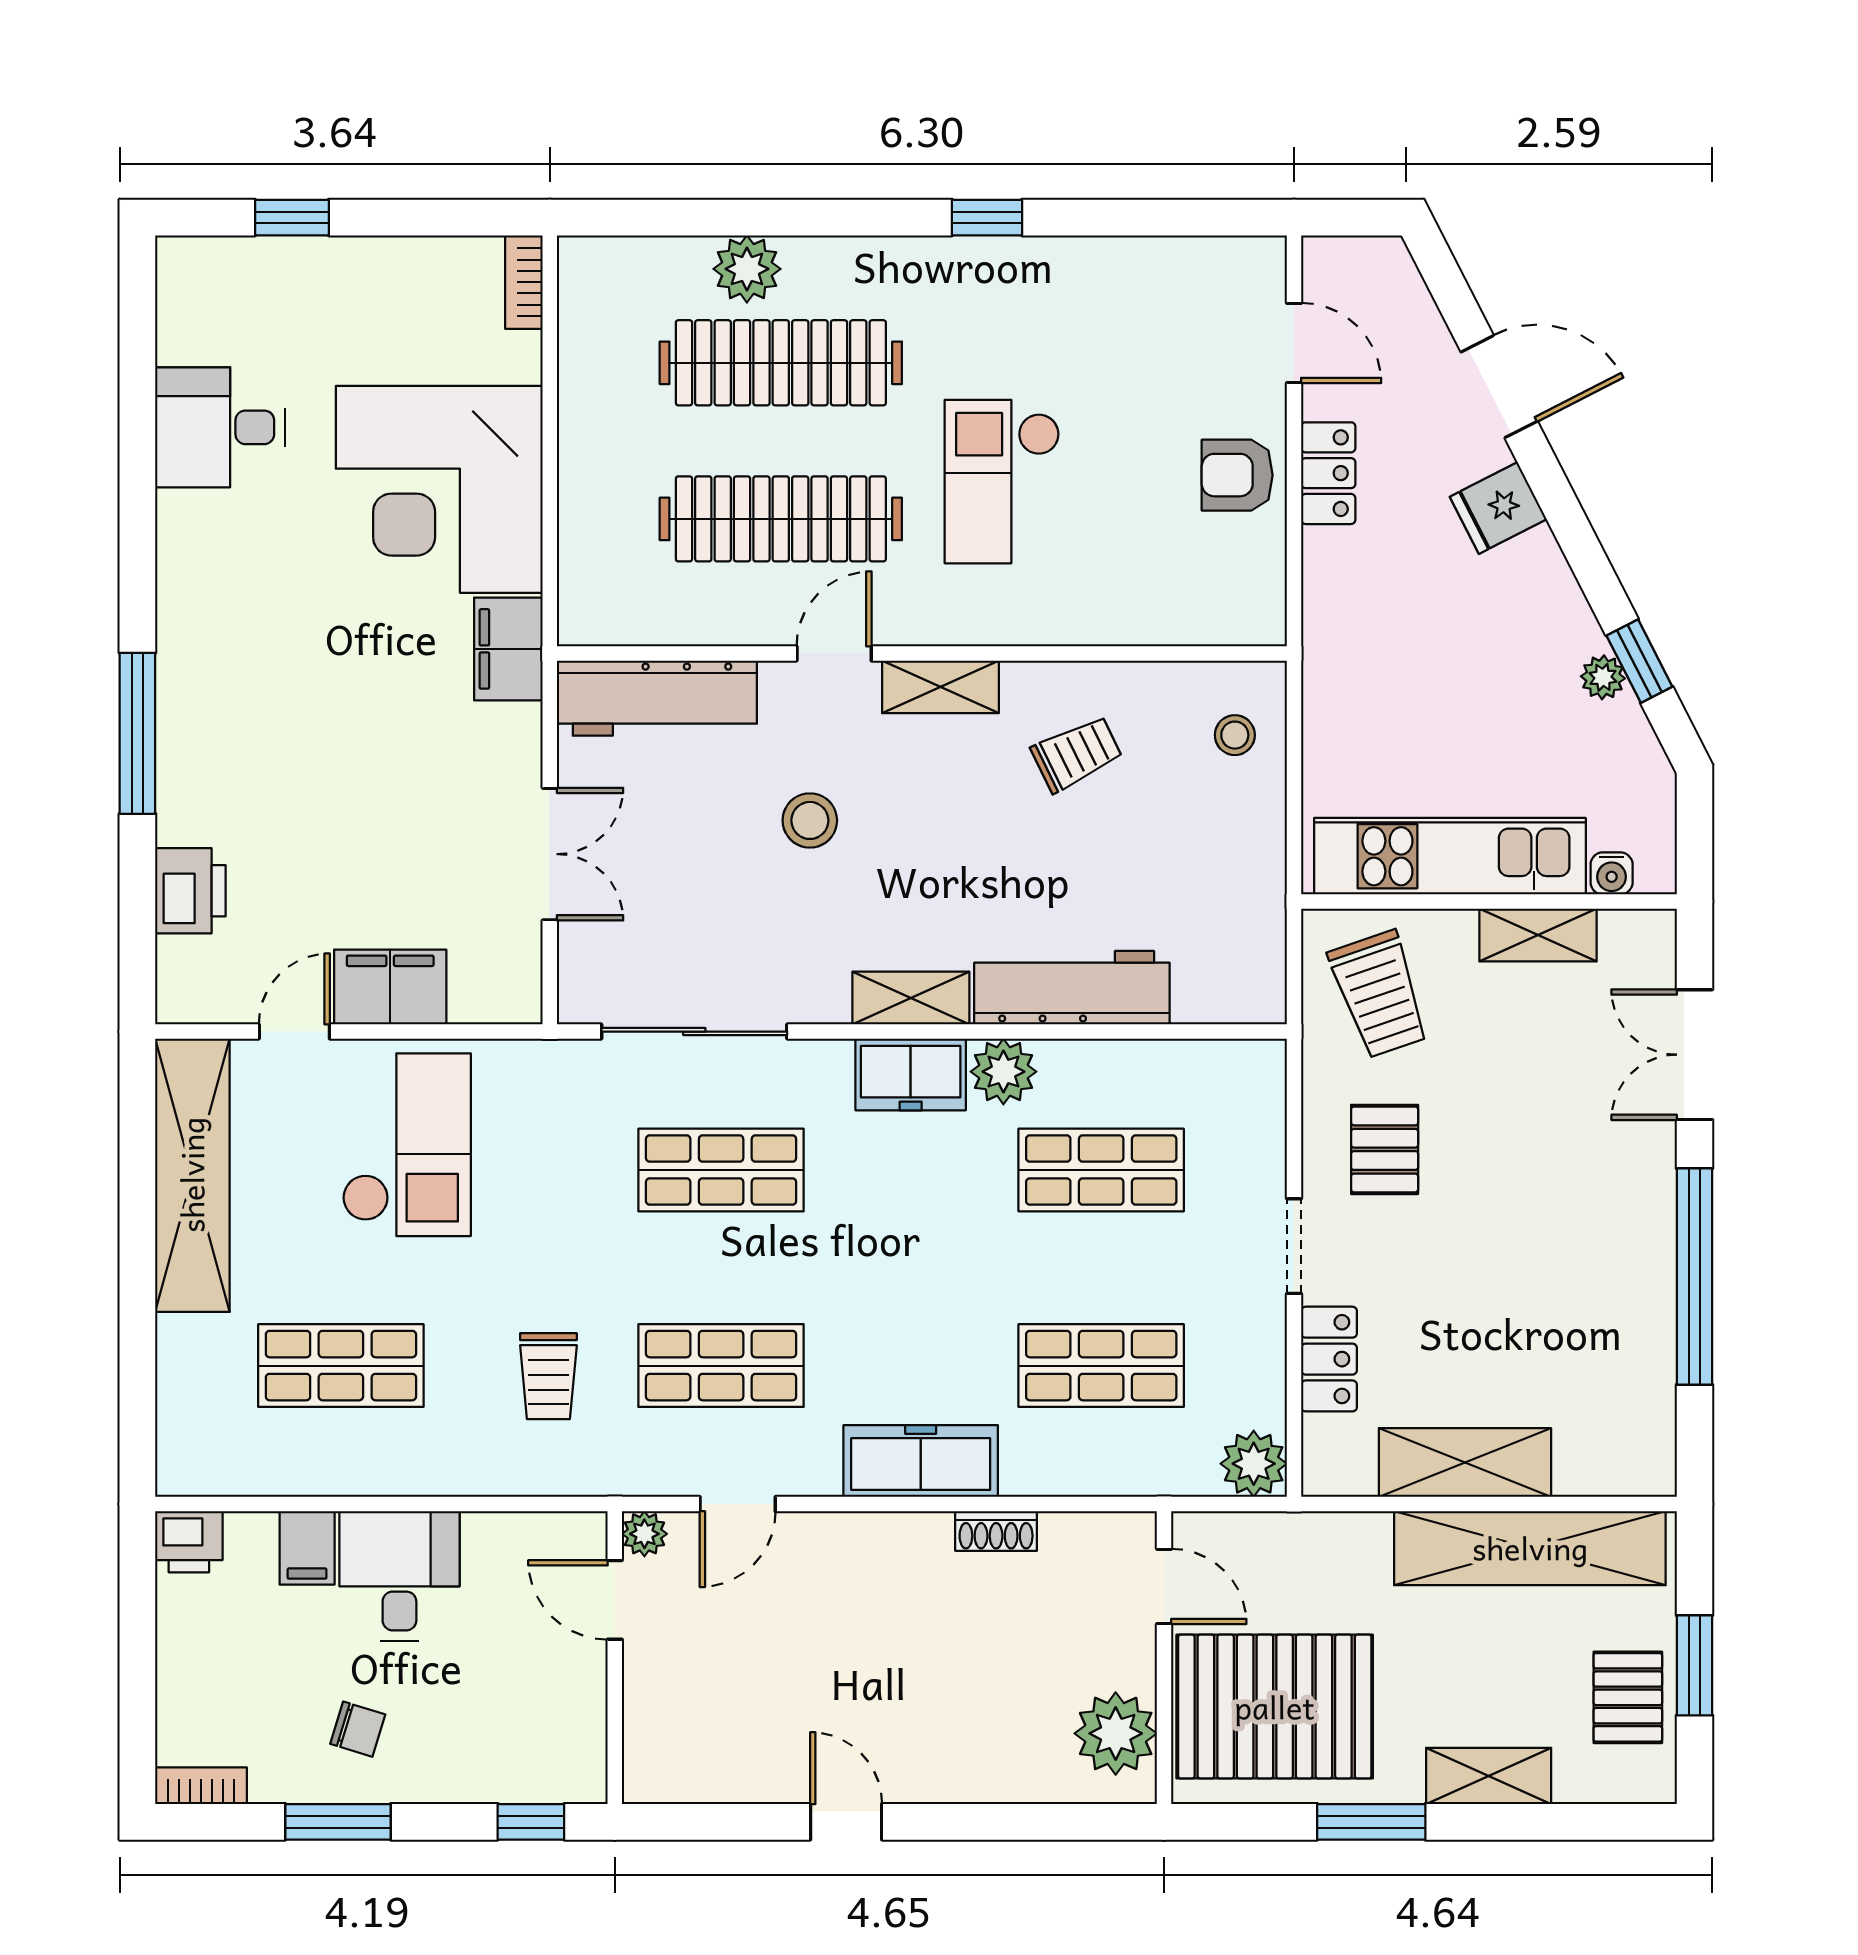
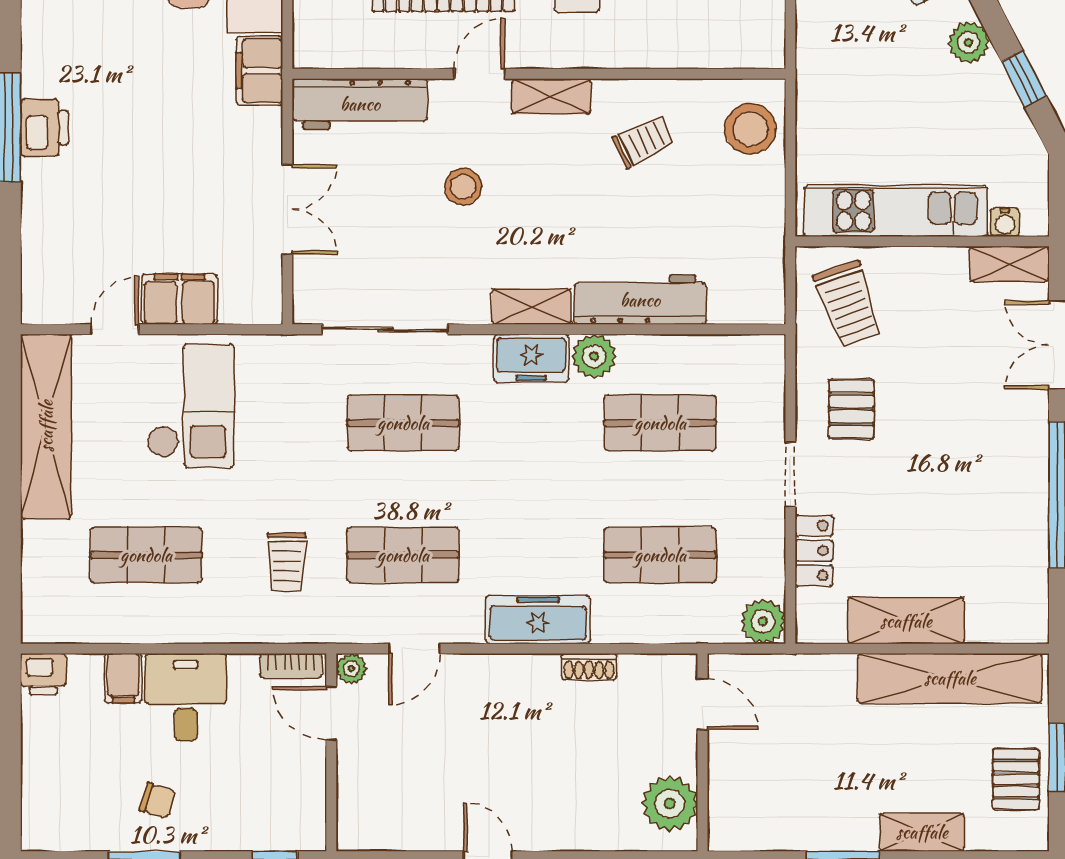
plant: (1603, 677) -> (969, 42), moved, width x1.38, depth x1.38
stool: (1235, 735) -> (750, 129), width x1.89, depth x1.89
printer: (190, 891) -> (44, 128), moved
shelving: (1538, 935) -> (1009, 264), moved
pallet: (1275, 1707) -> (777, 785), removed
bookcase: (201, 1786) -> (291, 666), moved, turned 180

